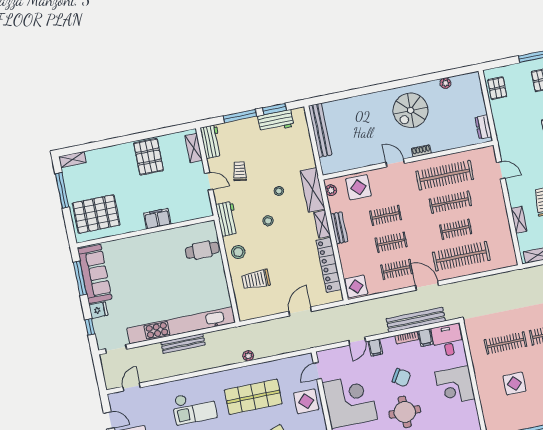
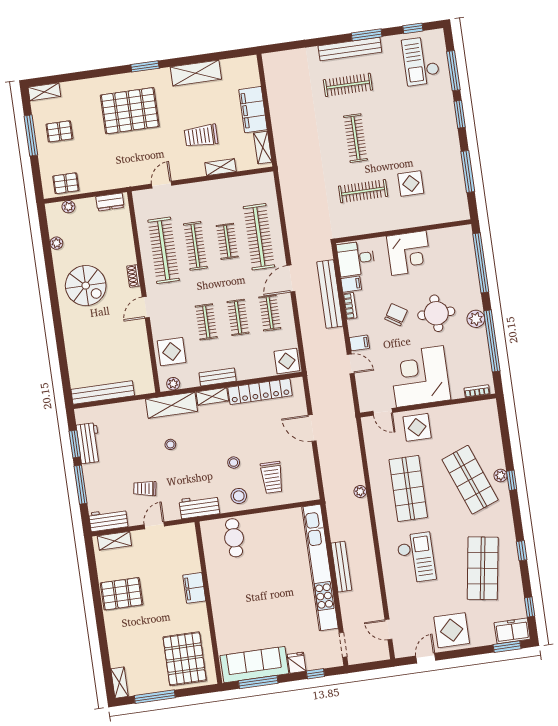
plant: (477, 92) -> (68, 207), added
stool: (268, 221) -> (234, 463), moved
clothes rail: (506, 343) -> (363, 191), turned 90

